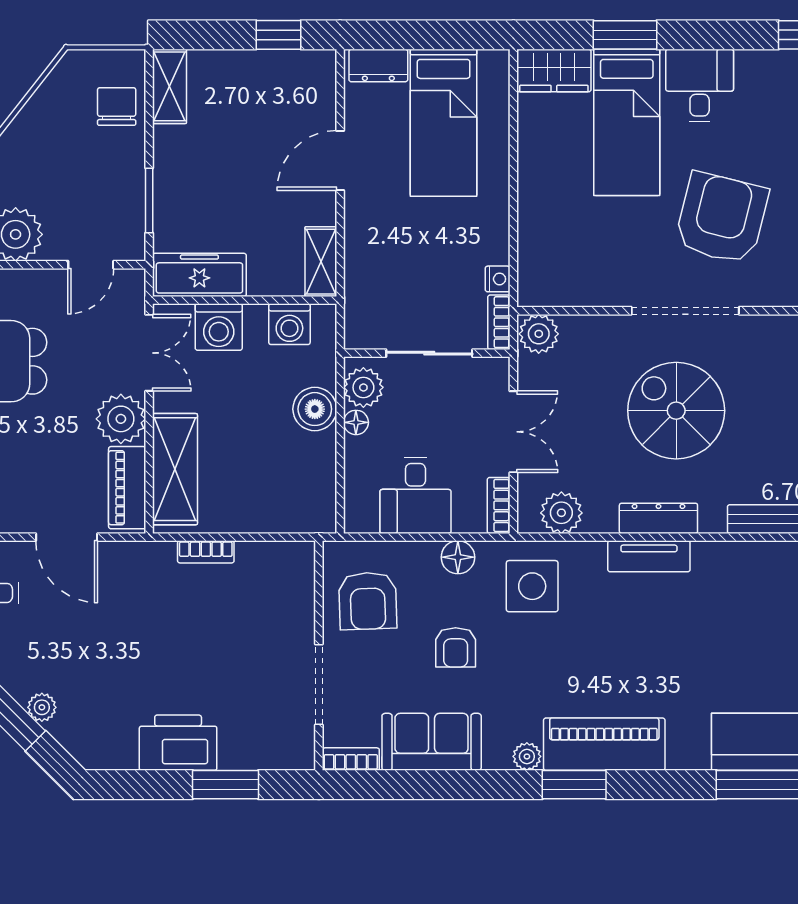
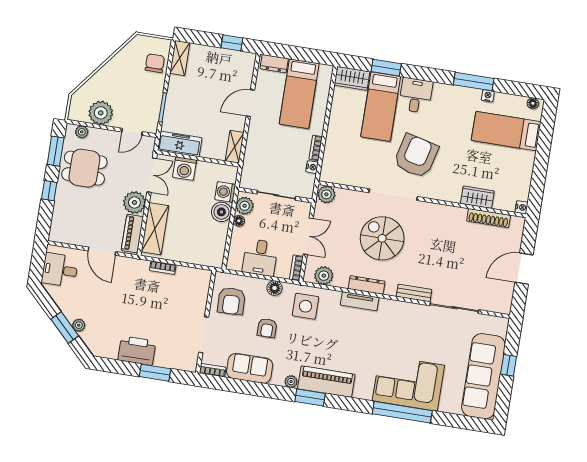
bookcase: (499, 322) -> (316, 148), moved
washing machine: (289, 324) -> (225, 192), moved, turned 90

